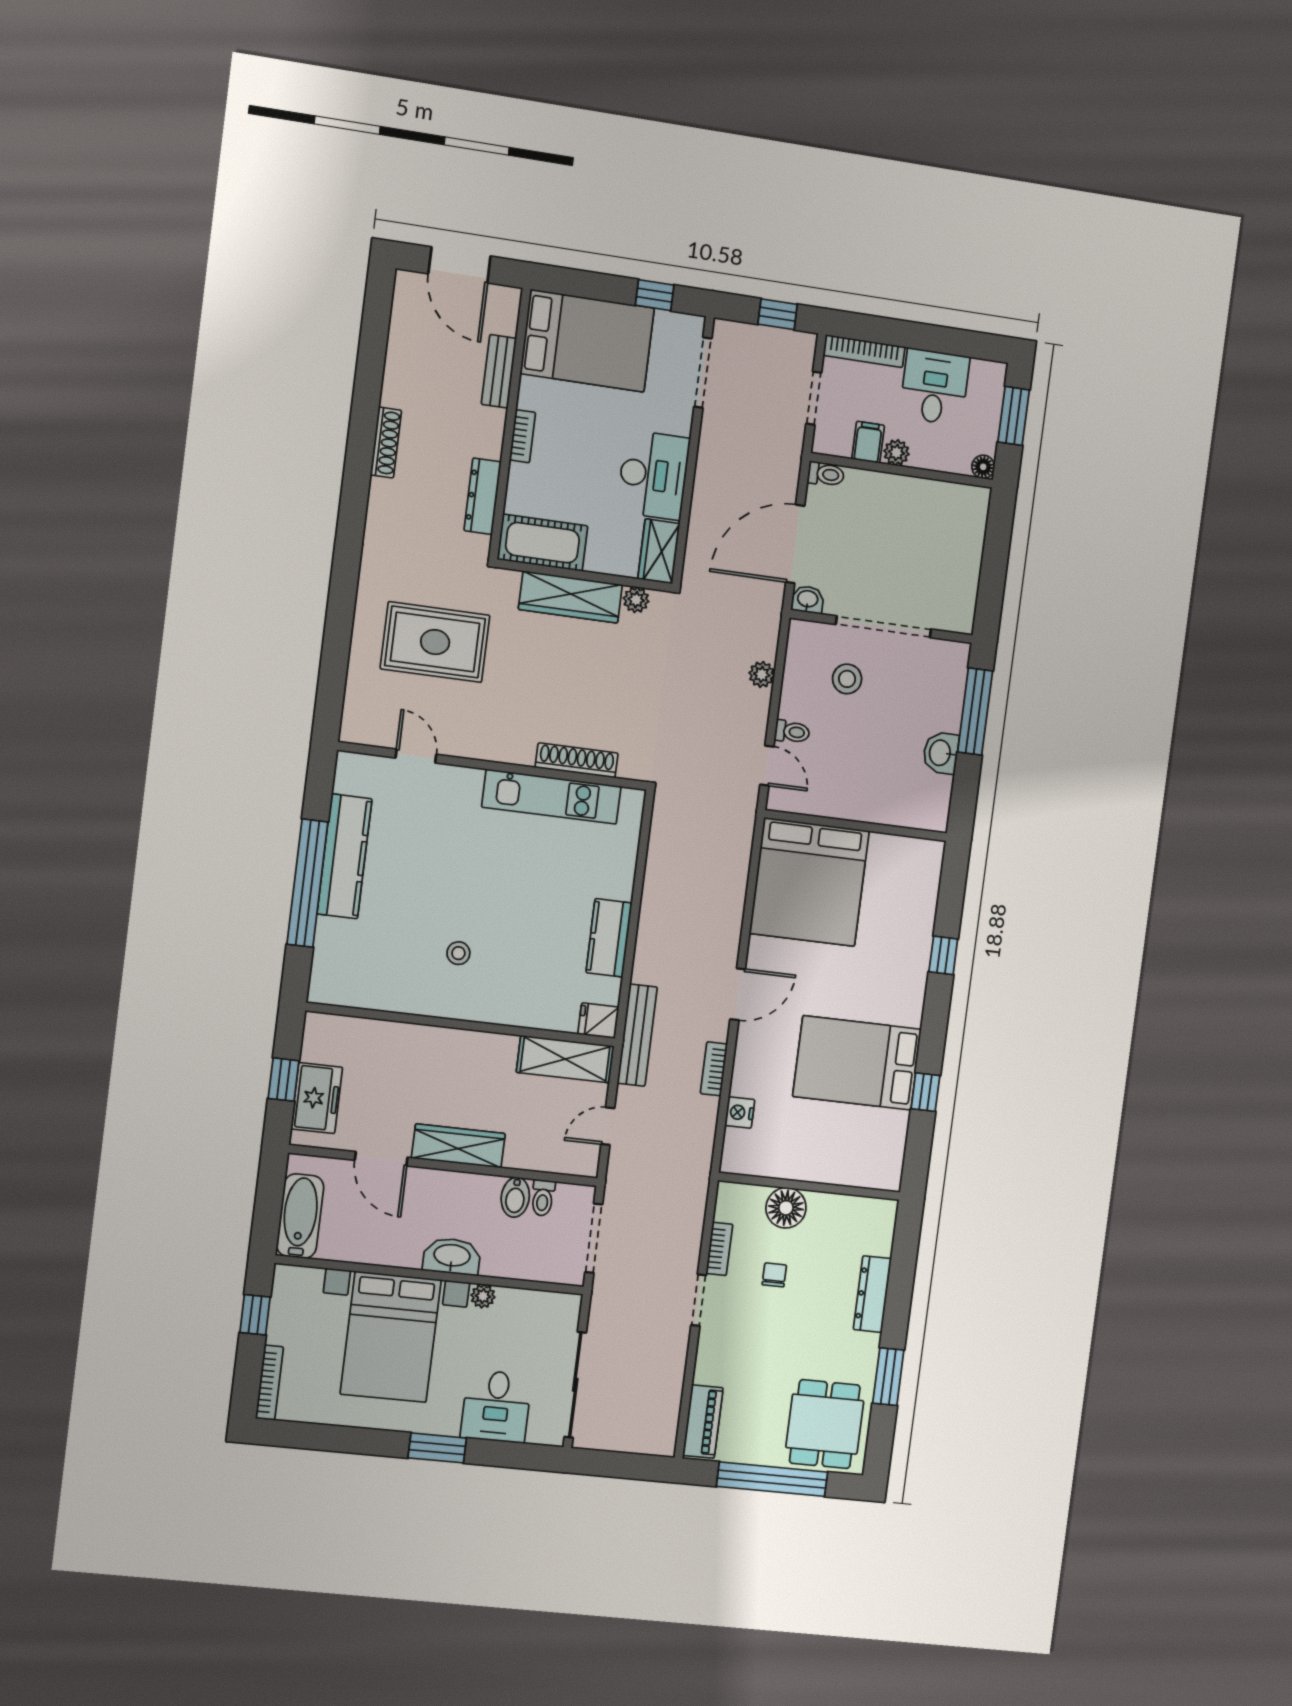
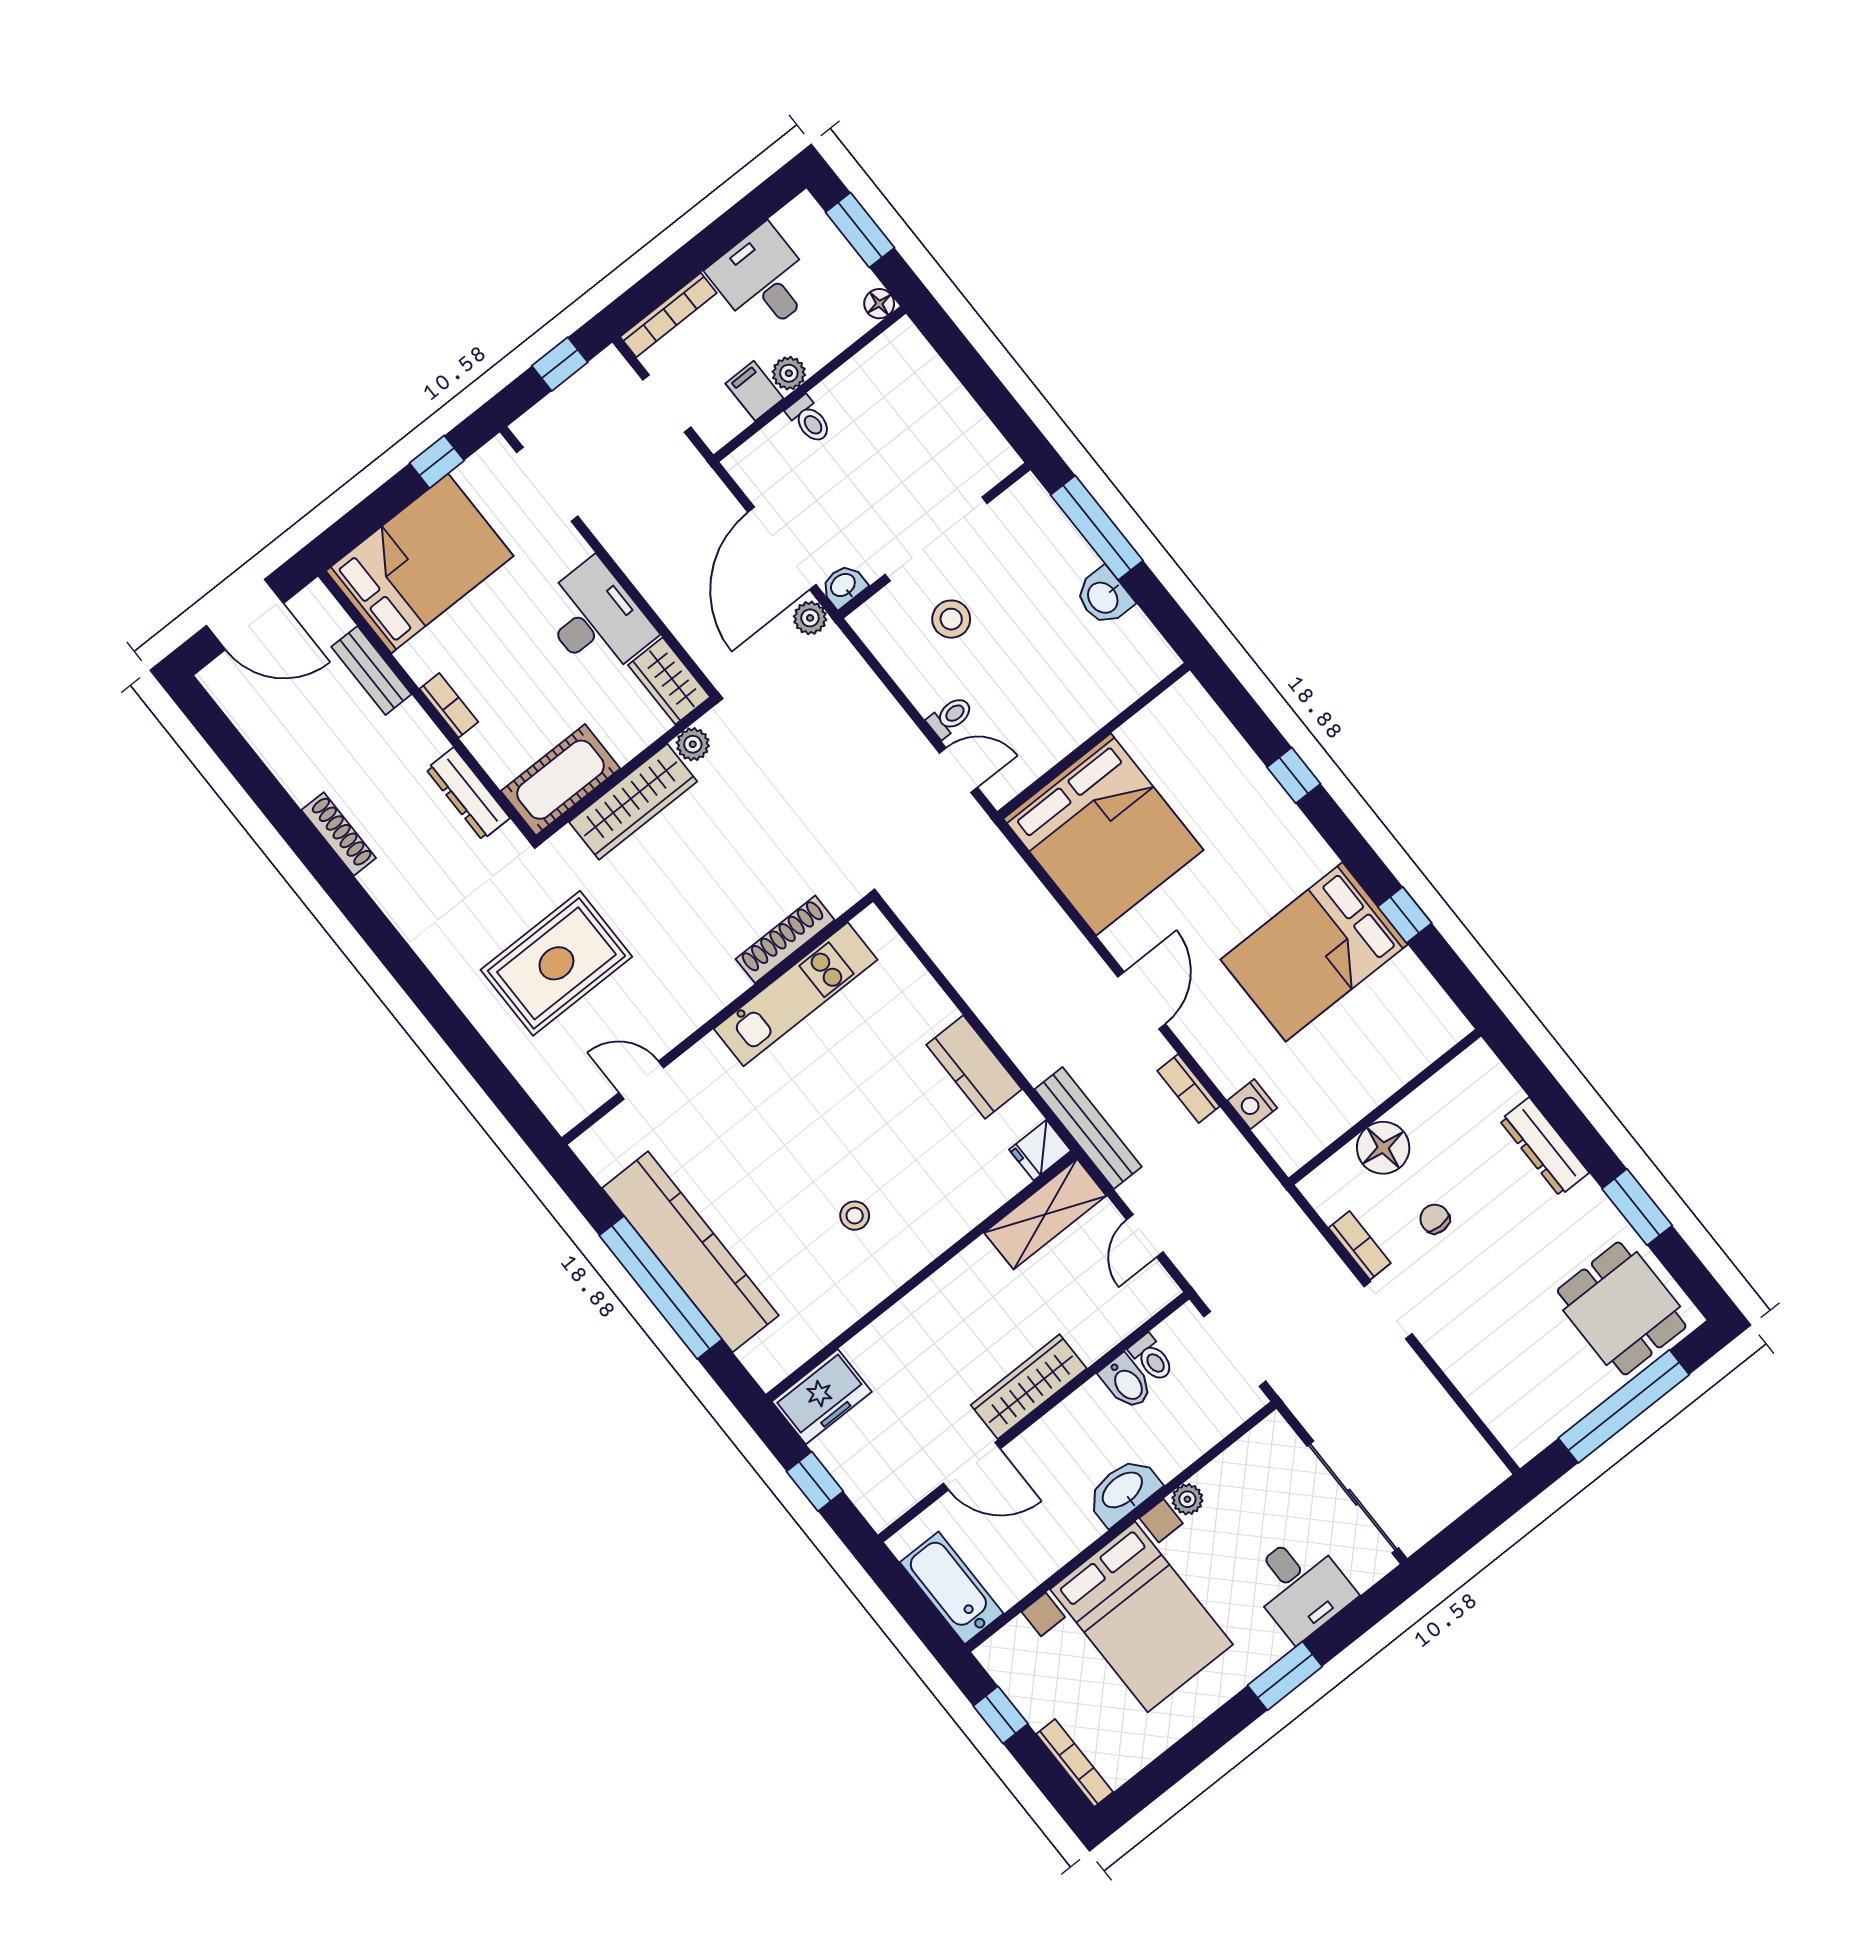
toilet: (826, 474) -> (809, 420), moved, turned 90
plant: (762, 674) -> (810, 618), moved
kitchen counter: (344, 856) -> (690, 1252), width x1.39, depth x1.17
freezer: (317, 1098) -> (822, 1397), moved, turned 90
piano: (703, 1422) -> (1505, 1416), removed

